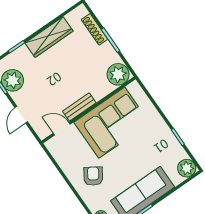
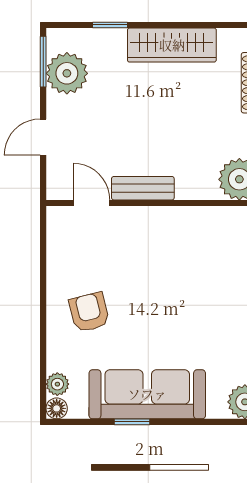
corner sofa: (112, 123) -> (177, 248), removed
armchair: (93, 176) -> (89, 312), turned -47

